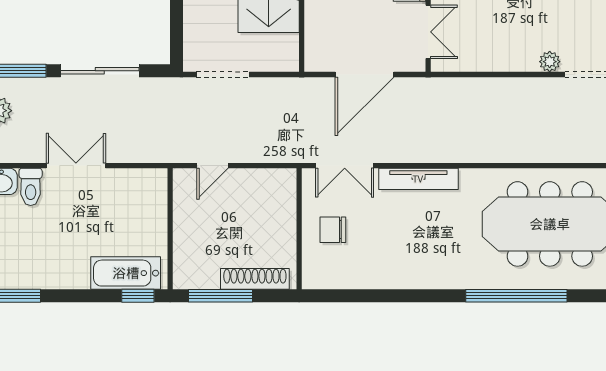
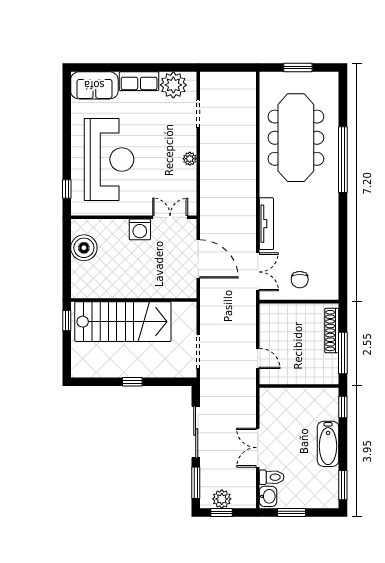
plant: (550, 62) -> (190, 159), moved
bathtub: (126, 273) -> (328, 444), moved

